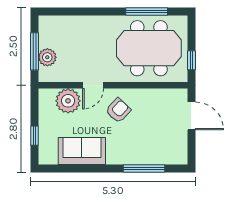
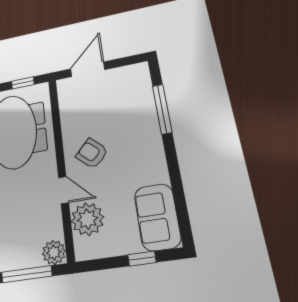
plant: (47, 57) -> (54, 252), moved
sofa: (82, 151) -> (157, 217), moved

